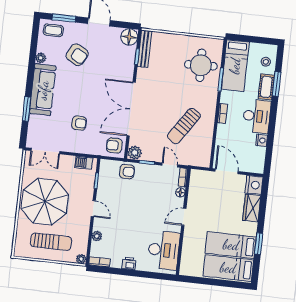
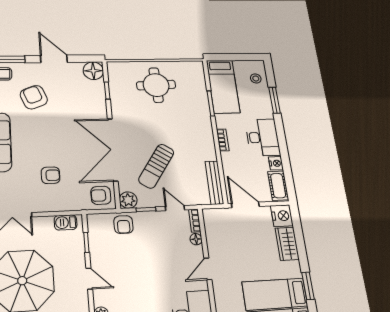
bench: (145, 49) -> (214, 183), moved
armchair: (77, 55) -> (34, 97), turned -140
round table: (201, 65) -> (156, 85), moved
cot: (266, 87) -> (278, 186), moved
sun lounger: (184, 126) -> (156, 166), moved
armchair: (127, 172) -> (123, 225), turned 90

